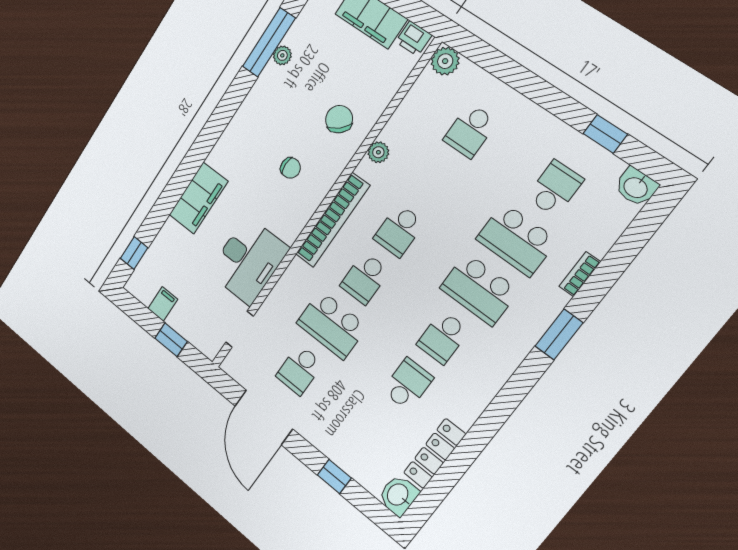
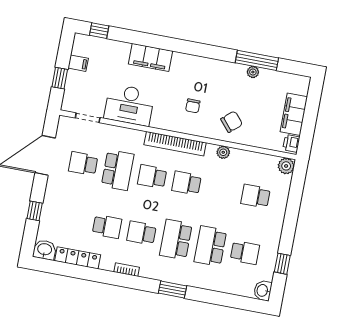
bookcase: (580, 274) -> (127, 270), moved
school desk: (332, 325) -> (118, 170), turned 180

